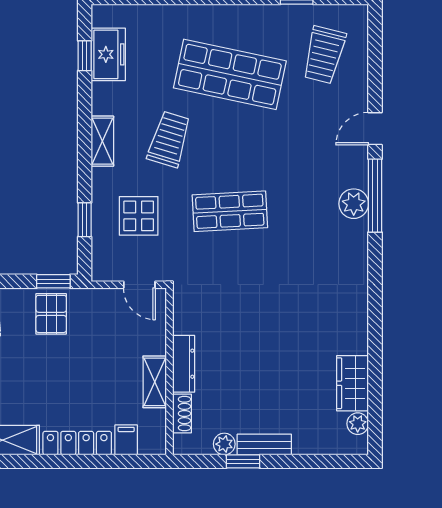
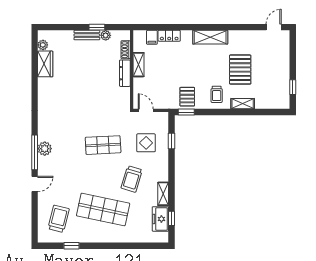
shelving: (102, 141) -> (163, 194), moved
locker: (77, 443) -> (169, 36), width x0.66

